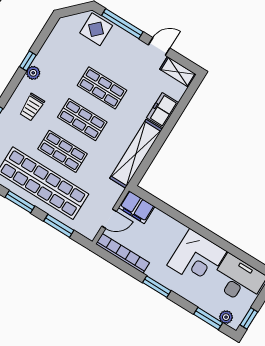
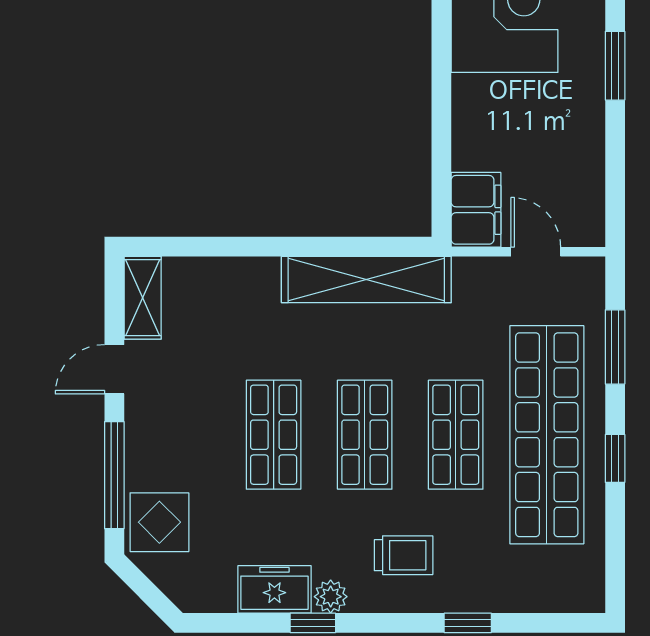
door: (159, 47) -> (114, 369), hinge flipped
freezer: (163, 110) -> (274, 589), moved, turned 180
window: (20, 202) -> (615, 458), width x0.67
bookcase: (123, 253) -> (590, 179), removed

